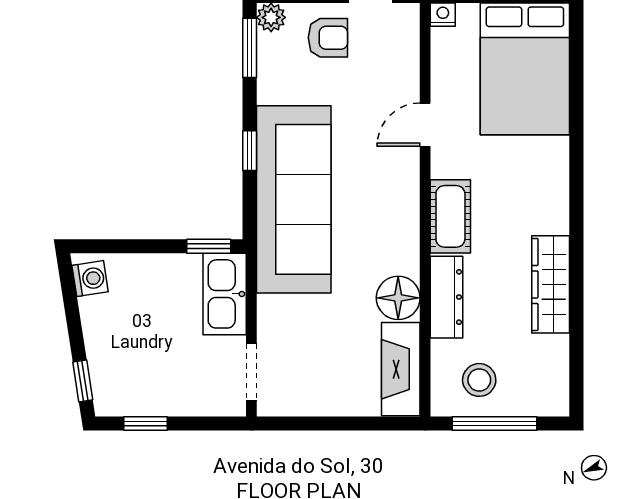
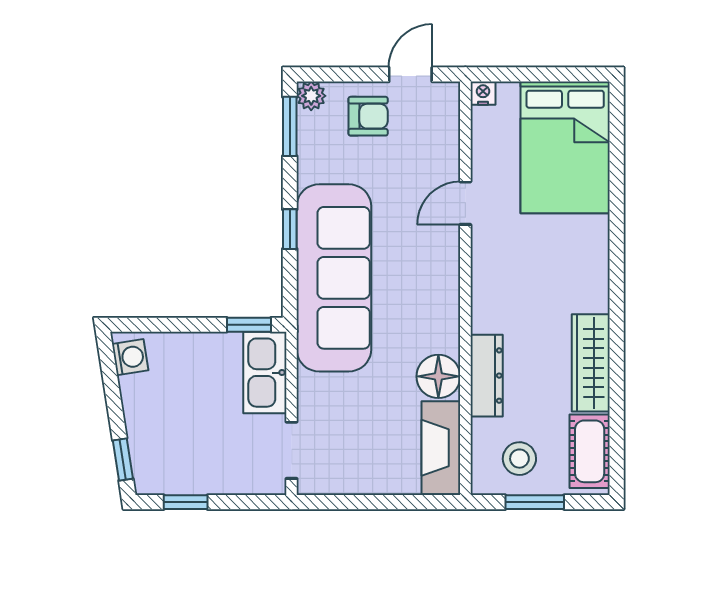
cot: (450, 216) -> (590, 451), moved
window: (494, 424) -> (535, 502), width x0.69

